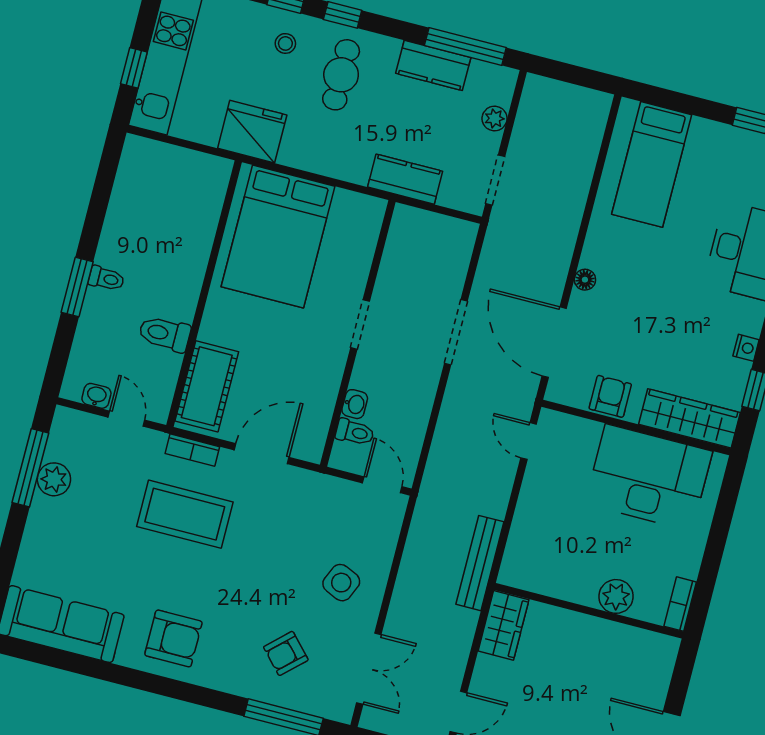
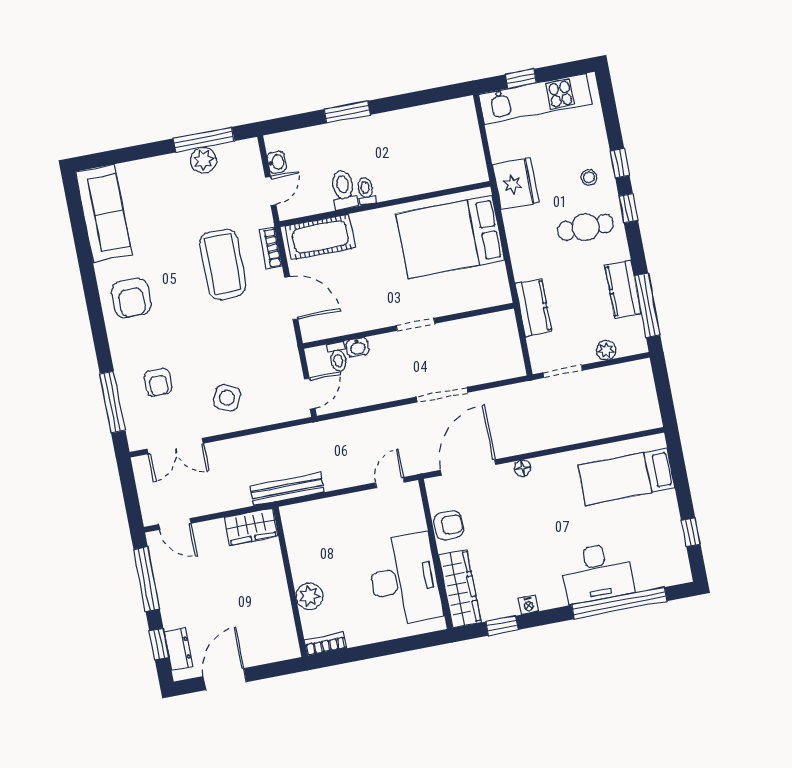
toilet: (106, 279) -> (366, 191), moved, turned 180
armchair: (286, 653) -> (158, 382), turned -137

